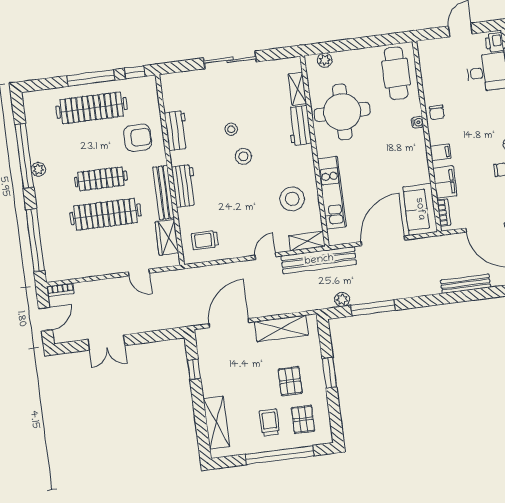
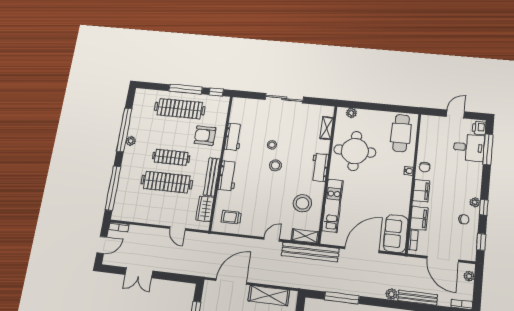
workbench: (299, 125) -> (320, 167), moved
armchair: (138, 138) -> (205, 136), turned 180
filing cabinet: (440, 152) -> (421, 191), width x2.00
plant: (342, 299) -> (391, 294), moved

